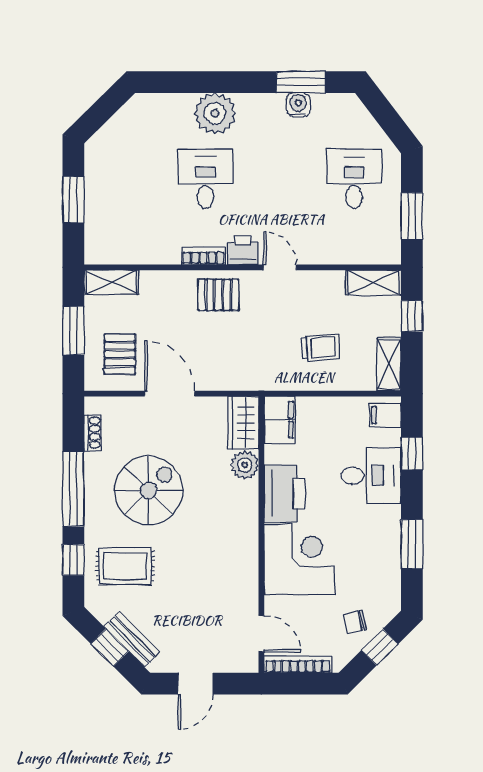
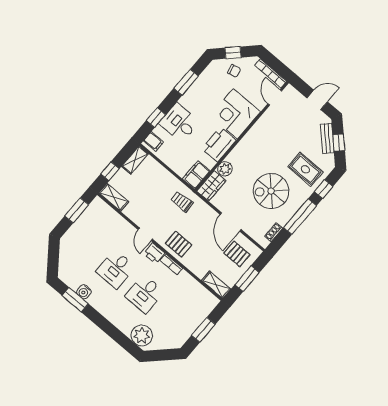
plant: (215, 113) -> (142, 335), moved
desk: (354, 179) -> (116, 269), moved
trolley: (320, 348) -> (182, 202), moved
pallet: (120, 354) -> (237, 254), turned 90

